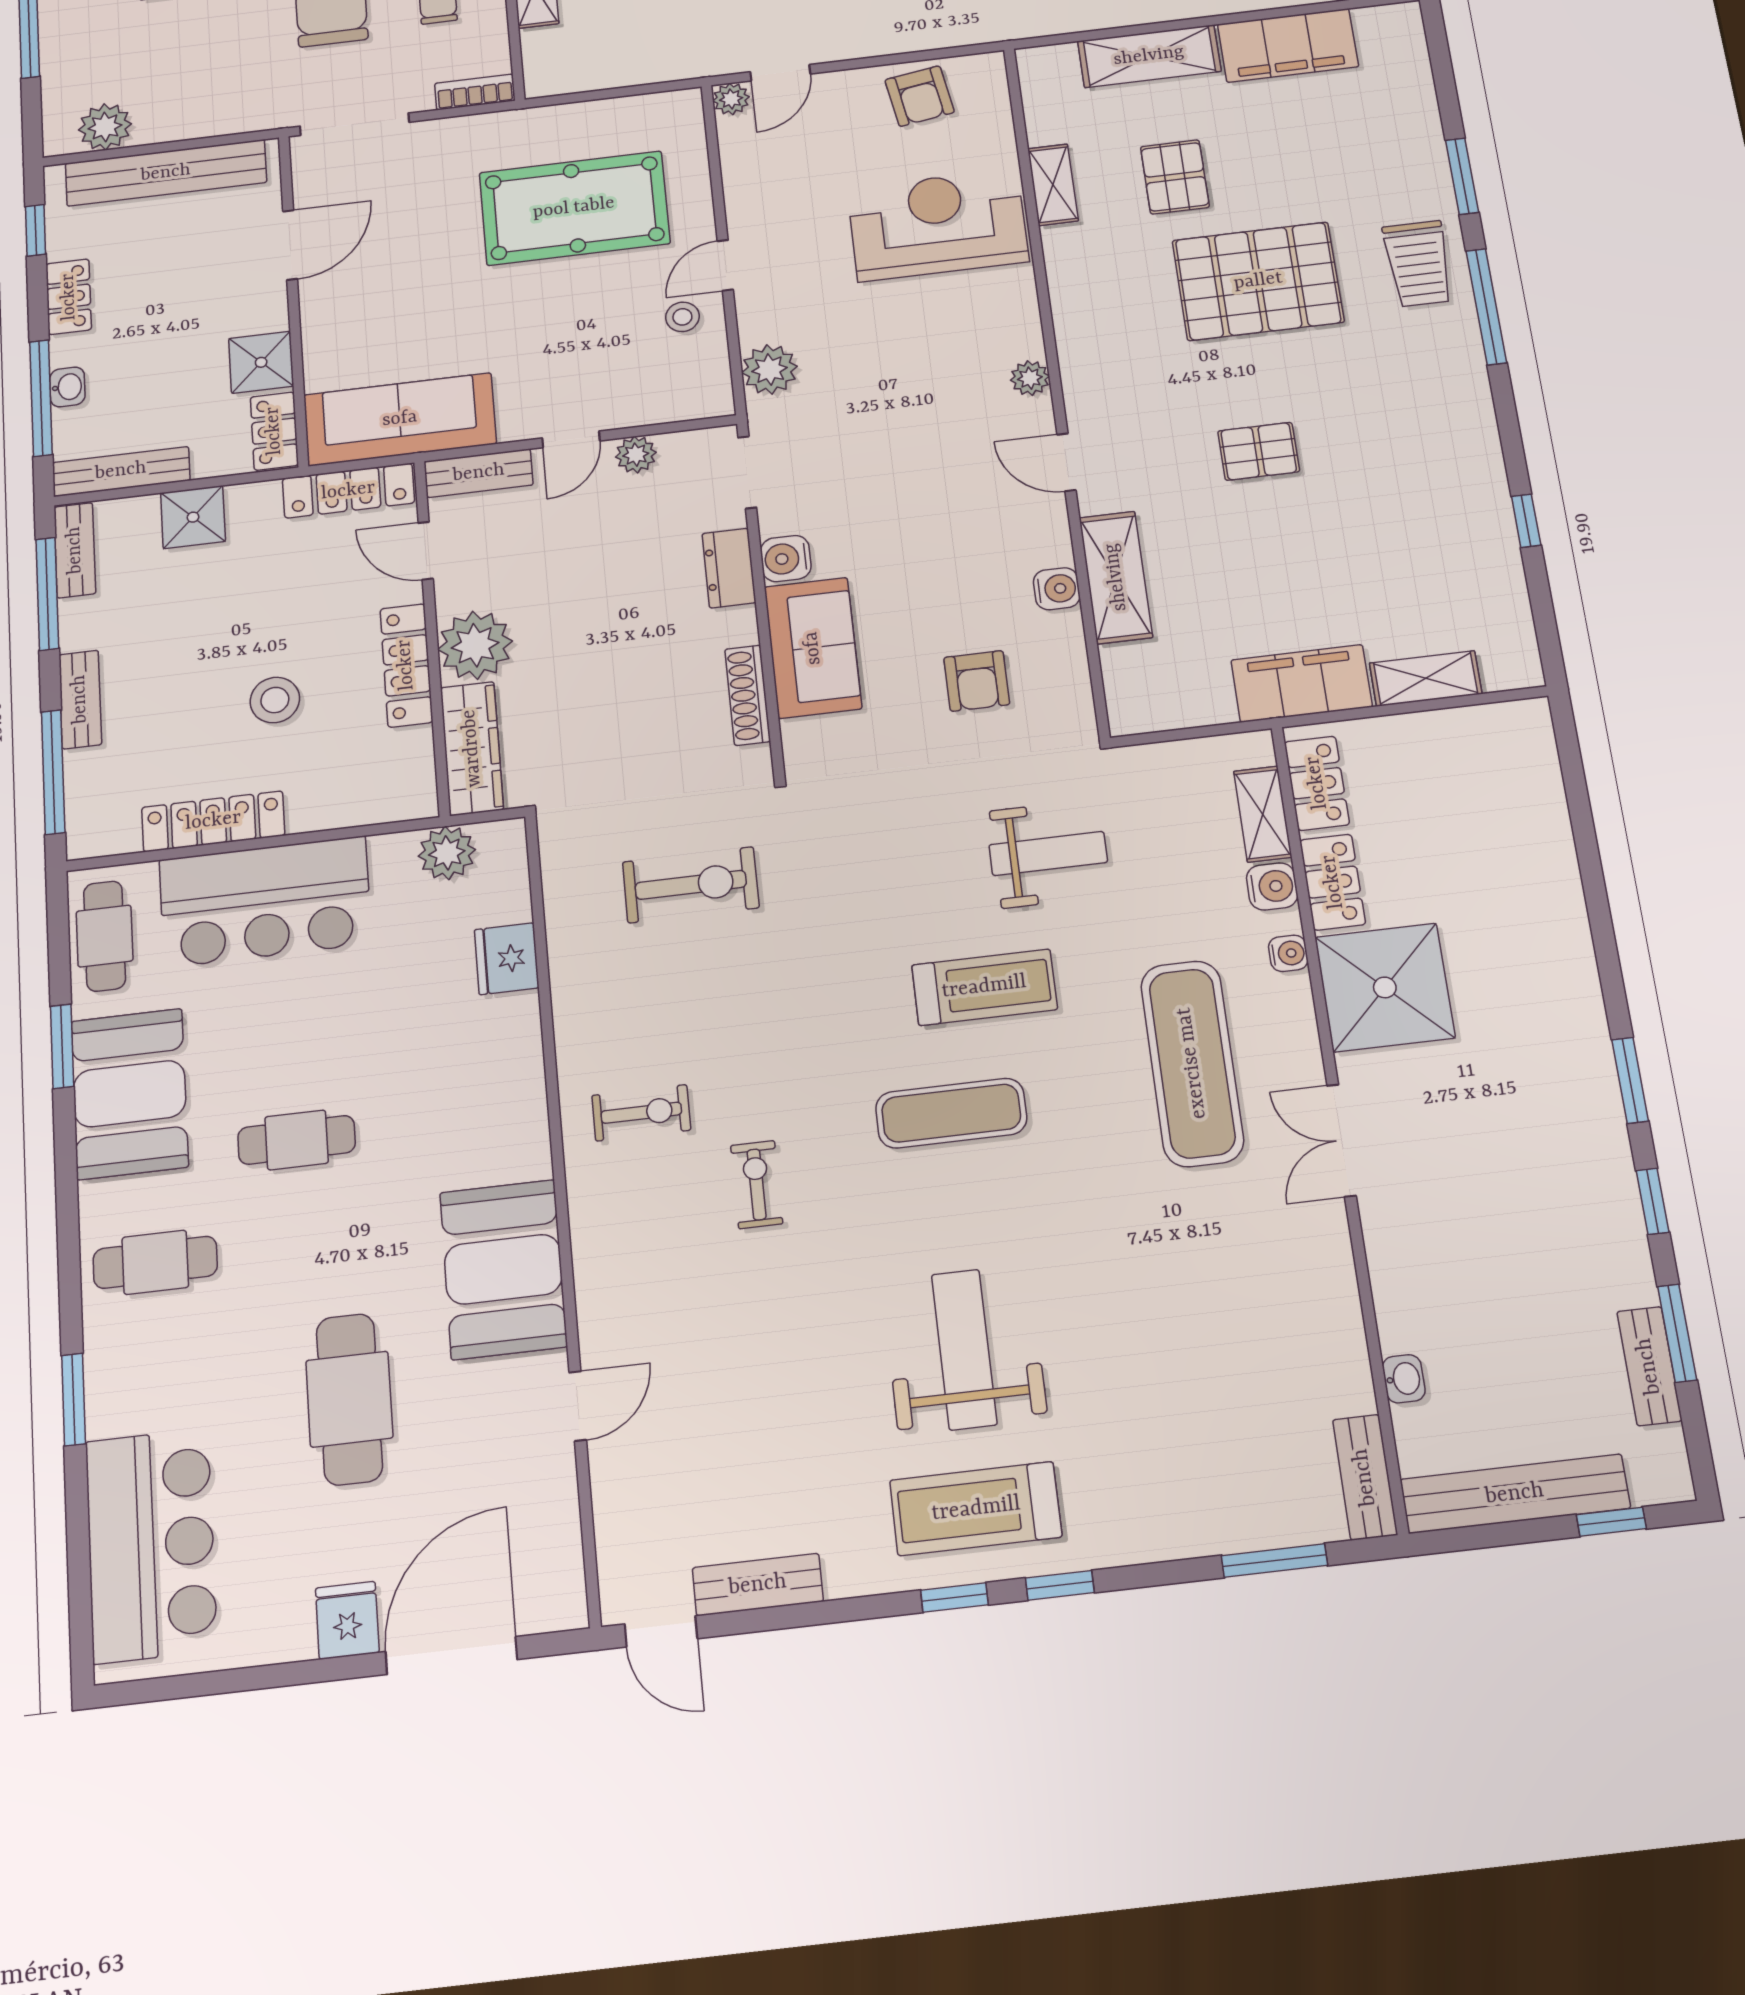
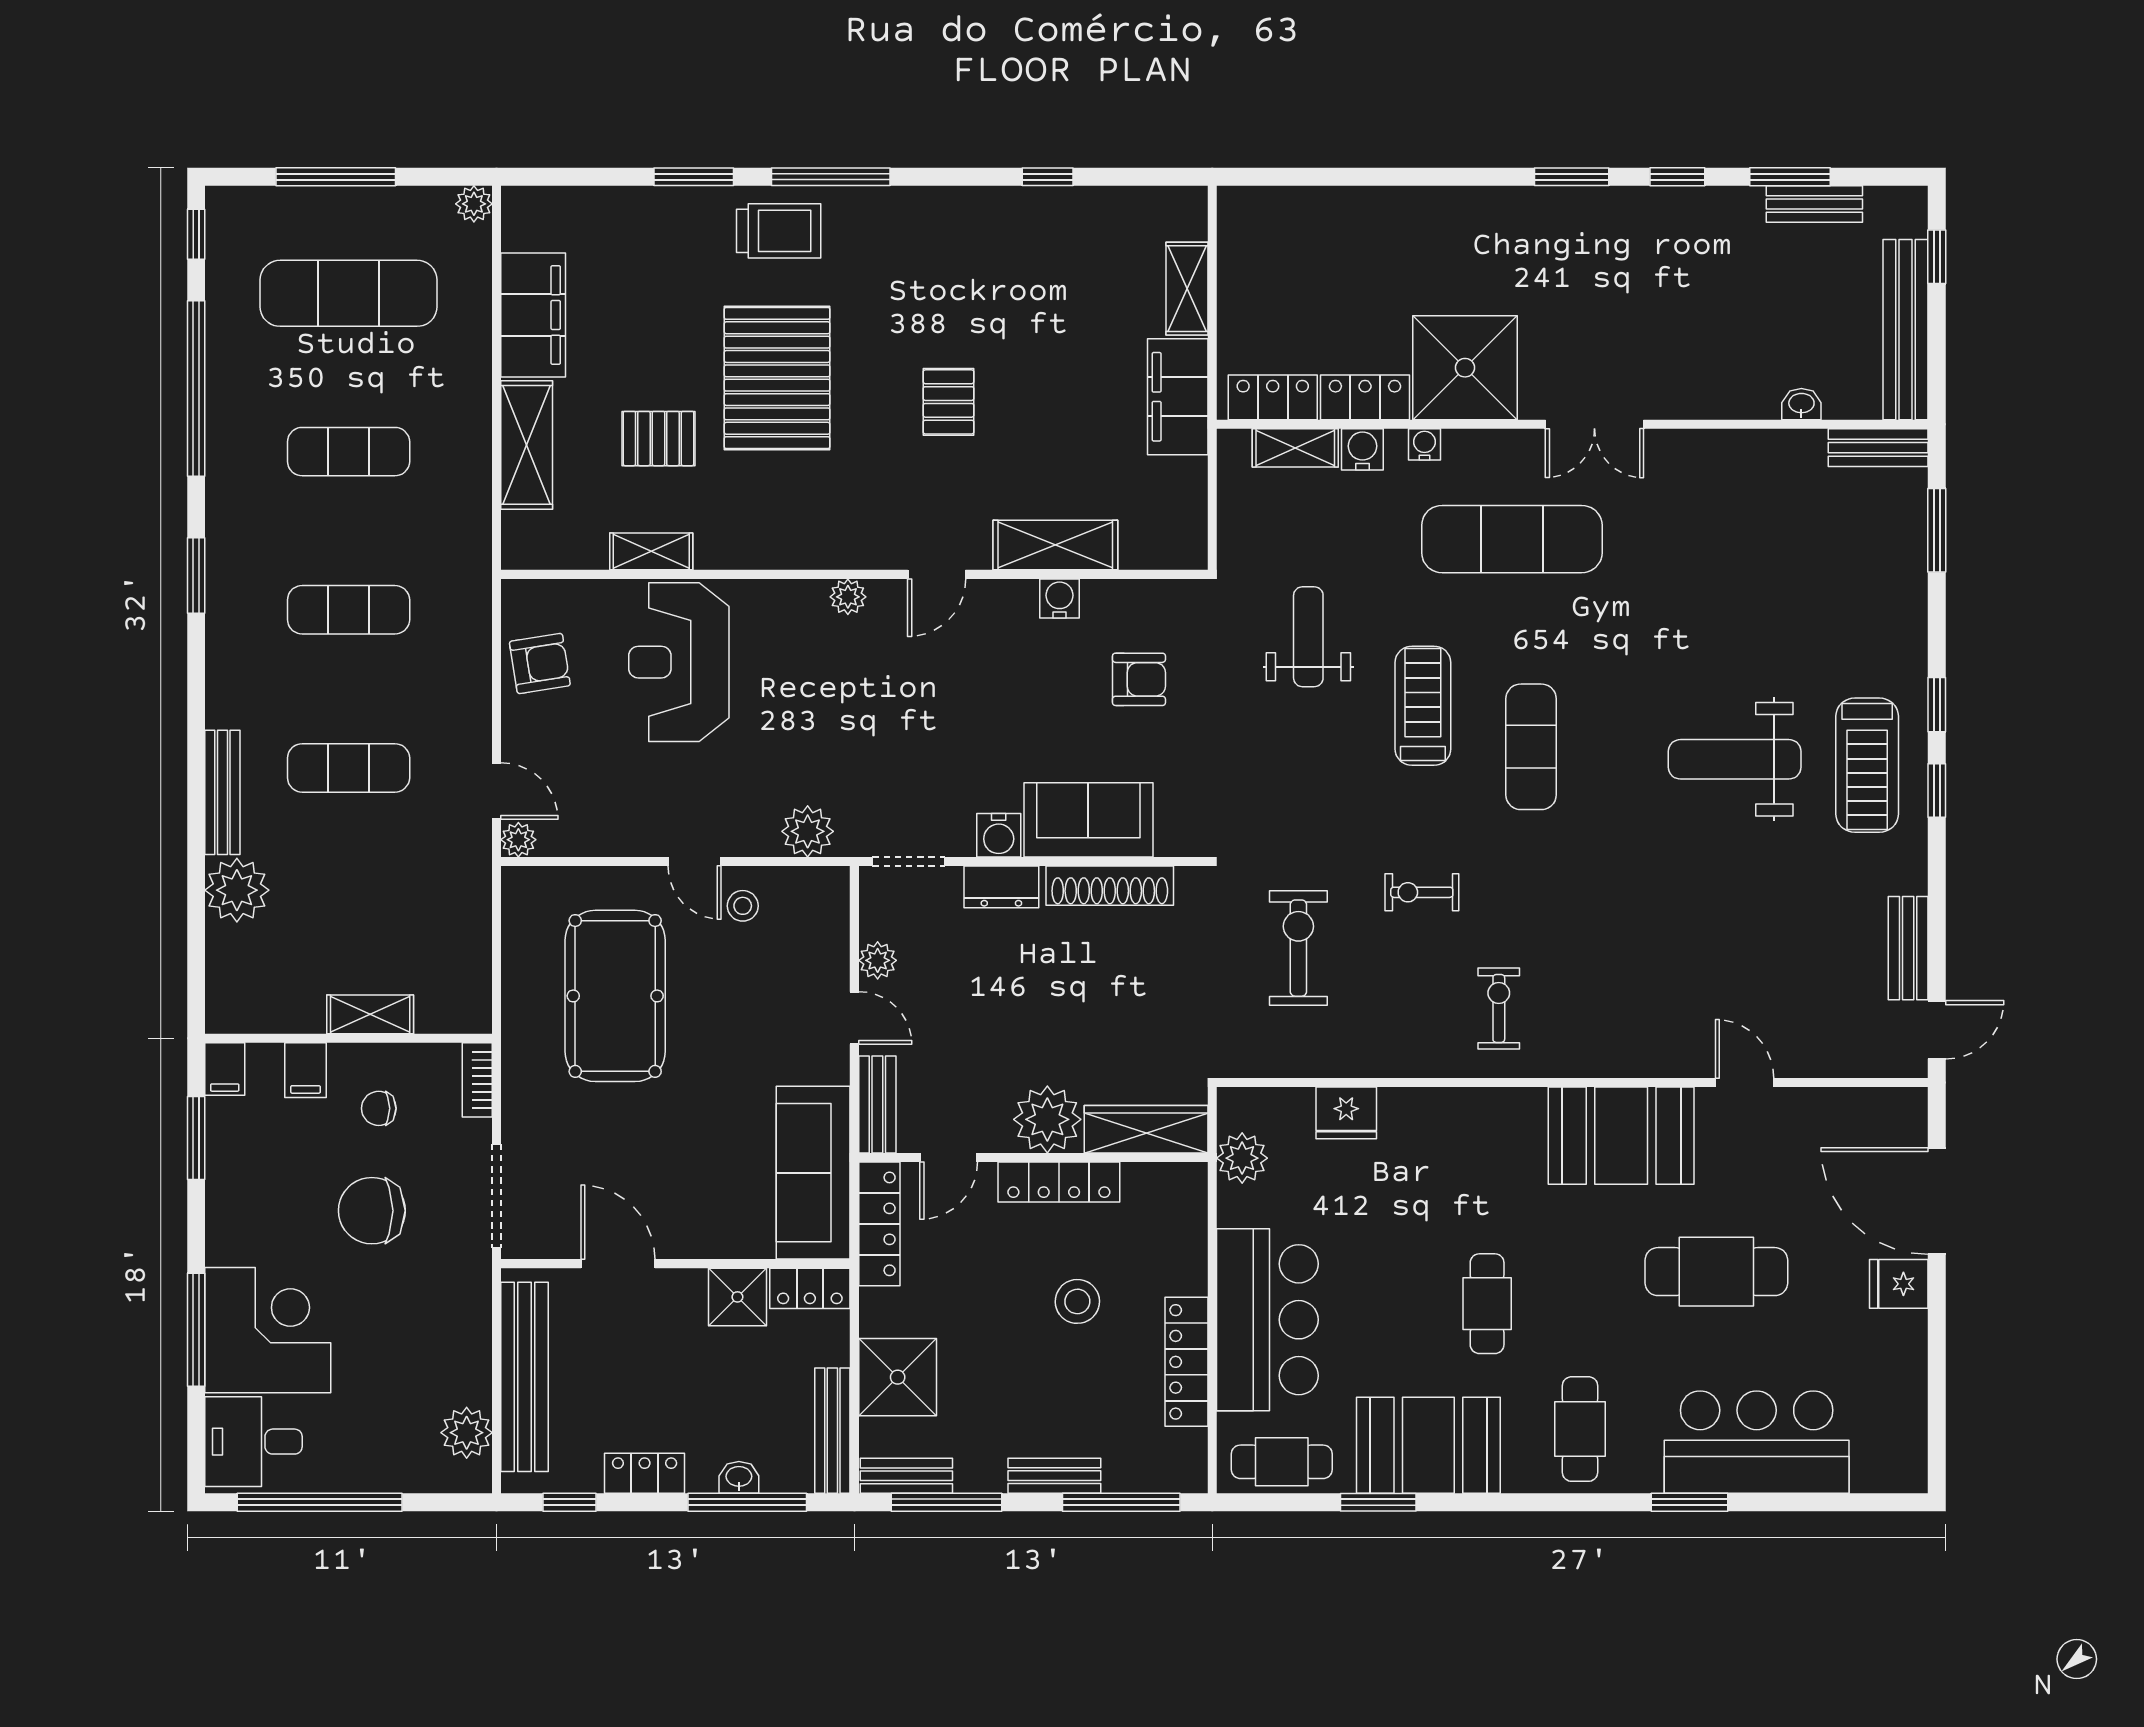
shower: (193, 517) -> (898, 1377), width x1.36, depth x1.36
shoe rack: (748, 695) -> (1110, 886), width x1.36, depth x1.24
exercise bike: (757, 1185) -> (1422, 892), moved
bar counter: (151, 1545) -> (1757, 1442), moved

